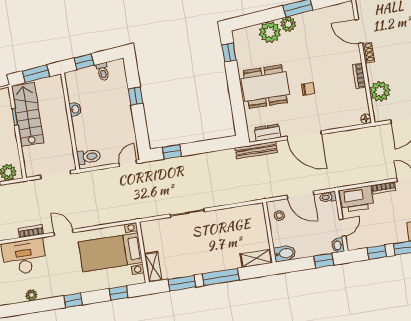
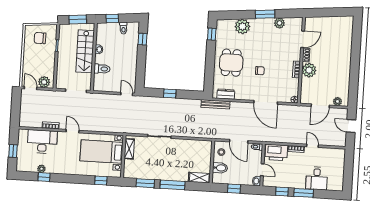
plant: (288, 24) -> (279, 23), moved
door: (359, 31) -> (303, 39), swing flipped
dining table: (265, 87) -> (231, 63), width x0.73
plant: (380, 91) -> (309, 70), moved
window: (136, 96) -> (143, 39), moved
stairs: (28, 114) -> (85, 51), moved, turned 180
door: (304, 135) -> (266, 102), moved
window: (172, 152) -> (170, 93), moved
toilet: (89, 157) -> (102, 69), moved
door: (128, 163) -> (127, 94), hinge flipped
door: (342, 228) -> (262, 170), hinge flipped
bidet: (285, 253) -> (220, 168), moved
window: (324, 261) -> (234, 189), moved
shelving: (153, 267) -> (129, 149), moved
window: (73, 300) -> (44, 177), moved

